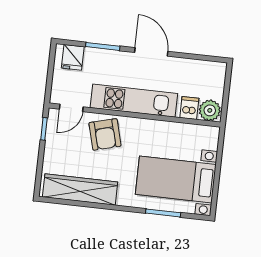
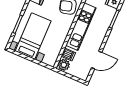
door: (151, 52) -> (97, 60), moved

